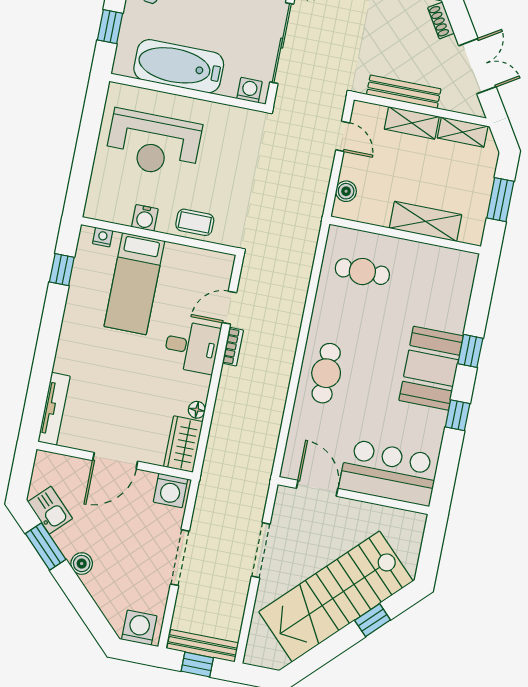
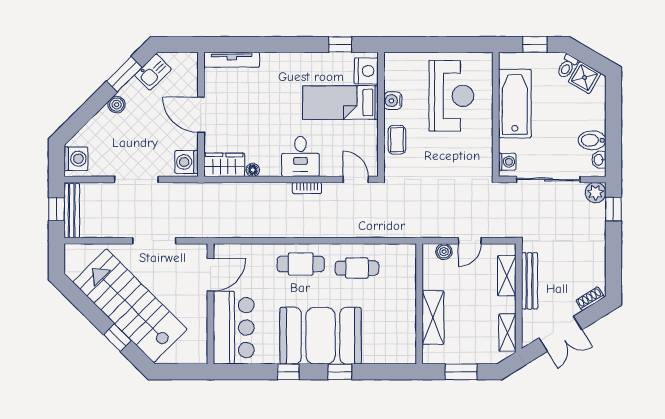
shelving: (412, 123) -> (507, 276), moved
door: (343, 136) -> (470, 241), moved
reception desk: (153, 144) -> (451, 96), turned 180
nightstand: (103, 237) -> (366, 71), width x1.89, depth x1.79
cafe table: (362, 272) -> (357, 268), moved, turned 90
door: (229, 308) -> (356, 179), moved
booth: (431, 368) -> (321, 336), width x1.36, depth x1.42

